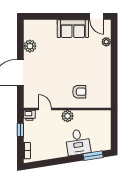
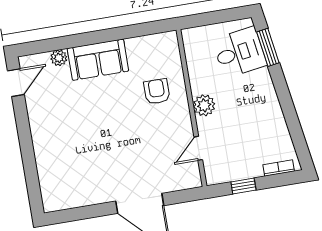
sofa: (73, 29) -> (98, 60), moved, turned 90
plant: (30, 46) -> (89, 194), removed
printer: (29, 115) -> (214, 174), removed
desk: (78, 142) -> (240, 52), moved

